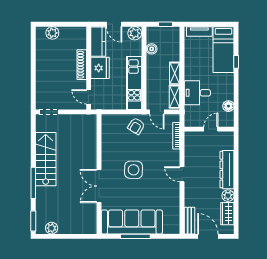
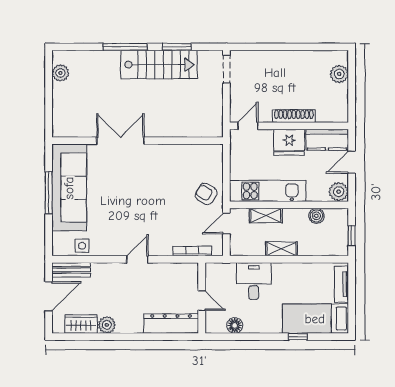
shelving: (175, 97) -> (266, 216), moved
side table: (134, 170) -> (82, 246), moved, width x0.54, depth x0.54
dresser: (227, 170) -> (171, 324), moved
window: (33, 221) -> (177, 47), moved

